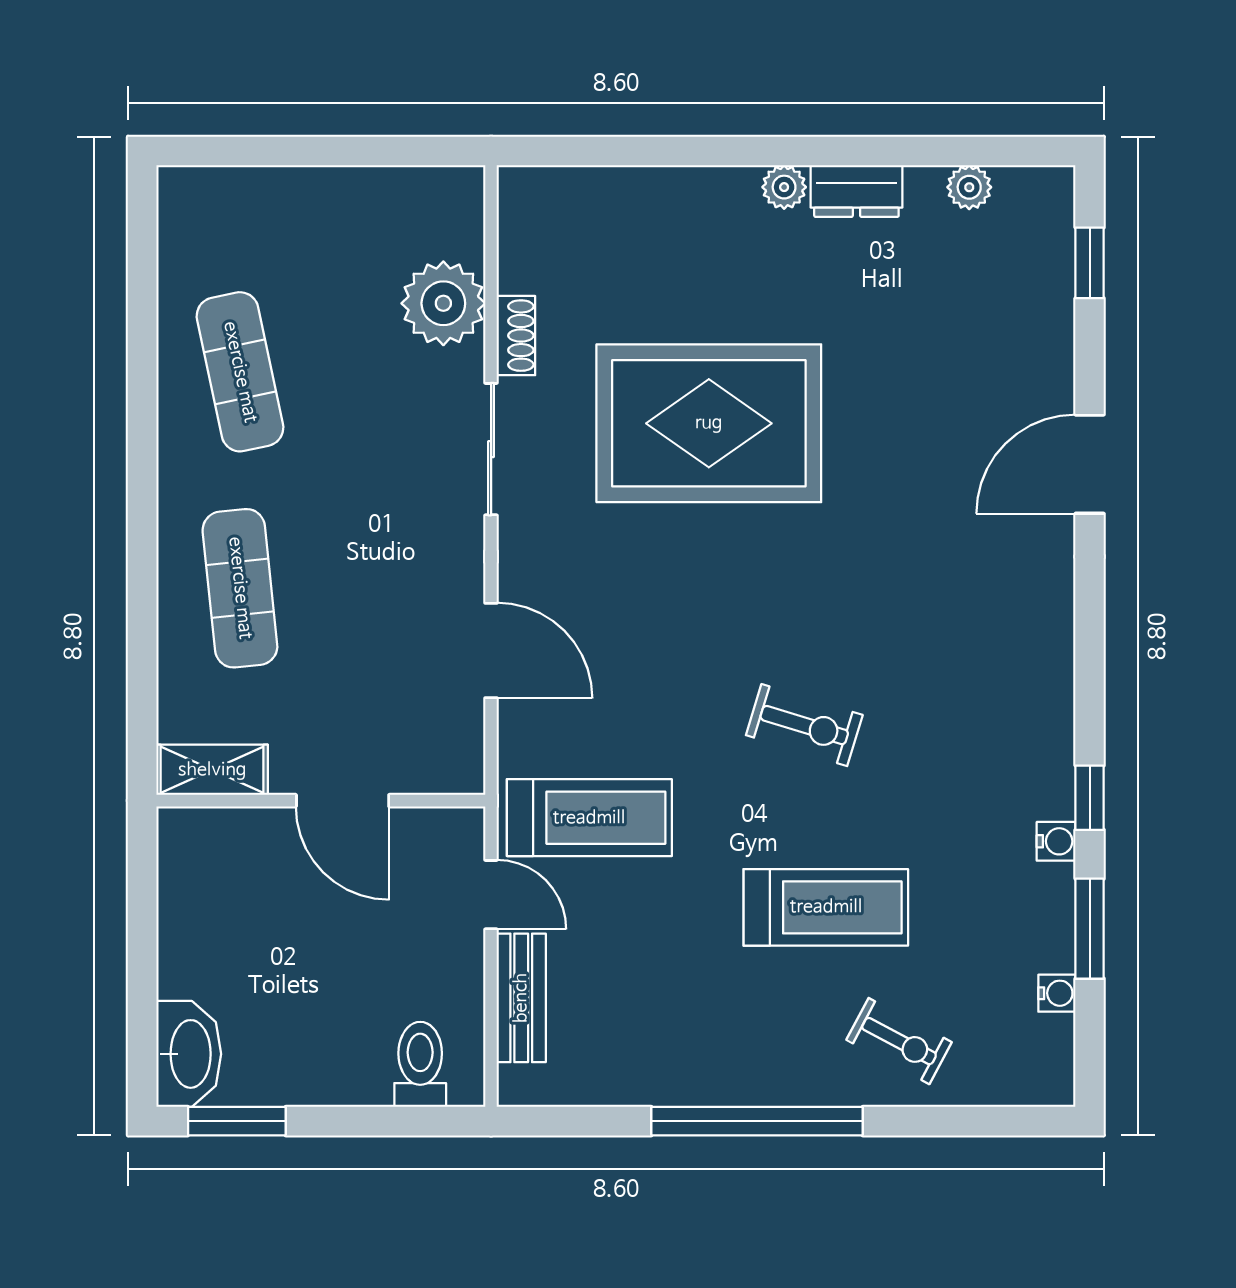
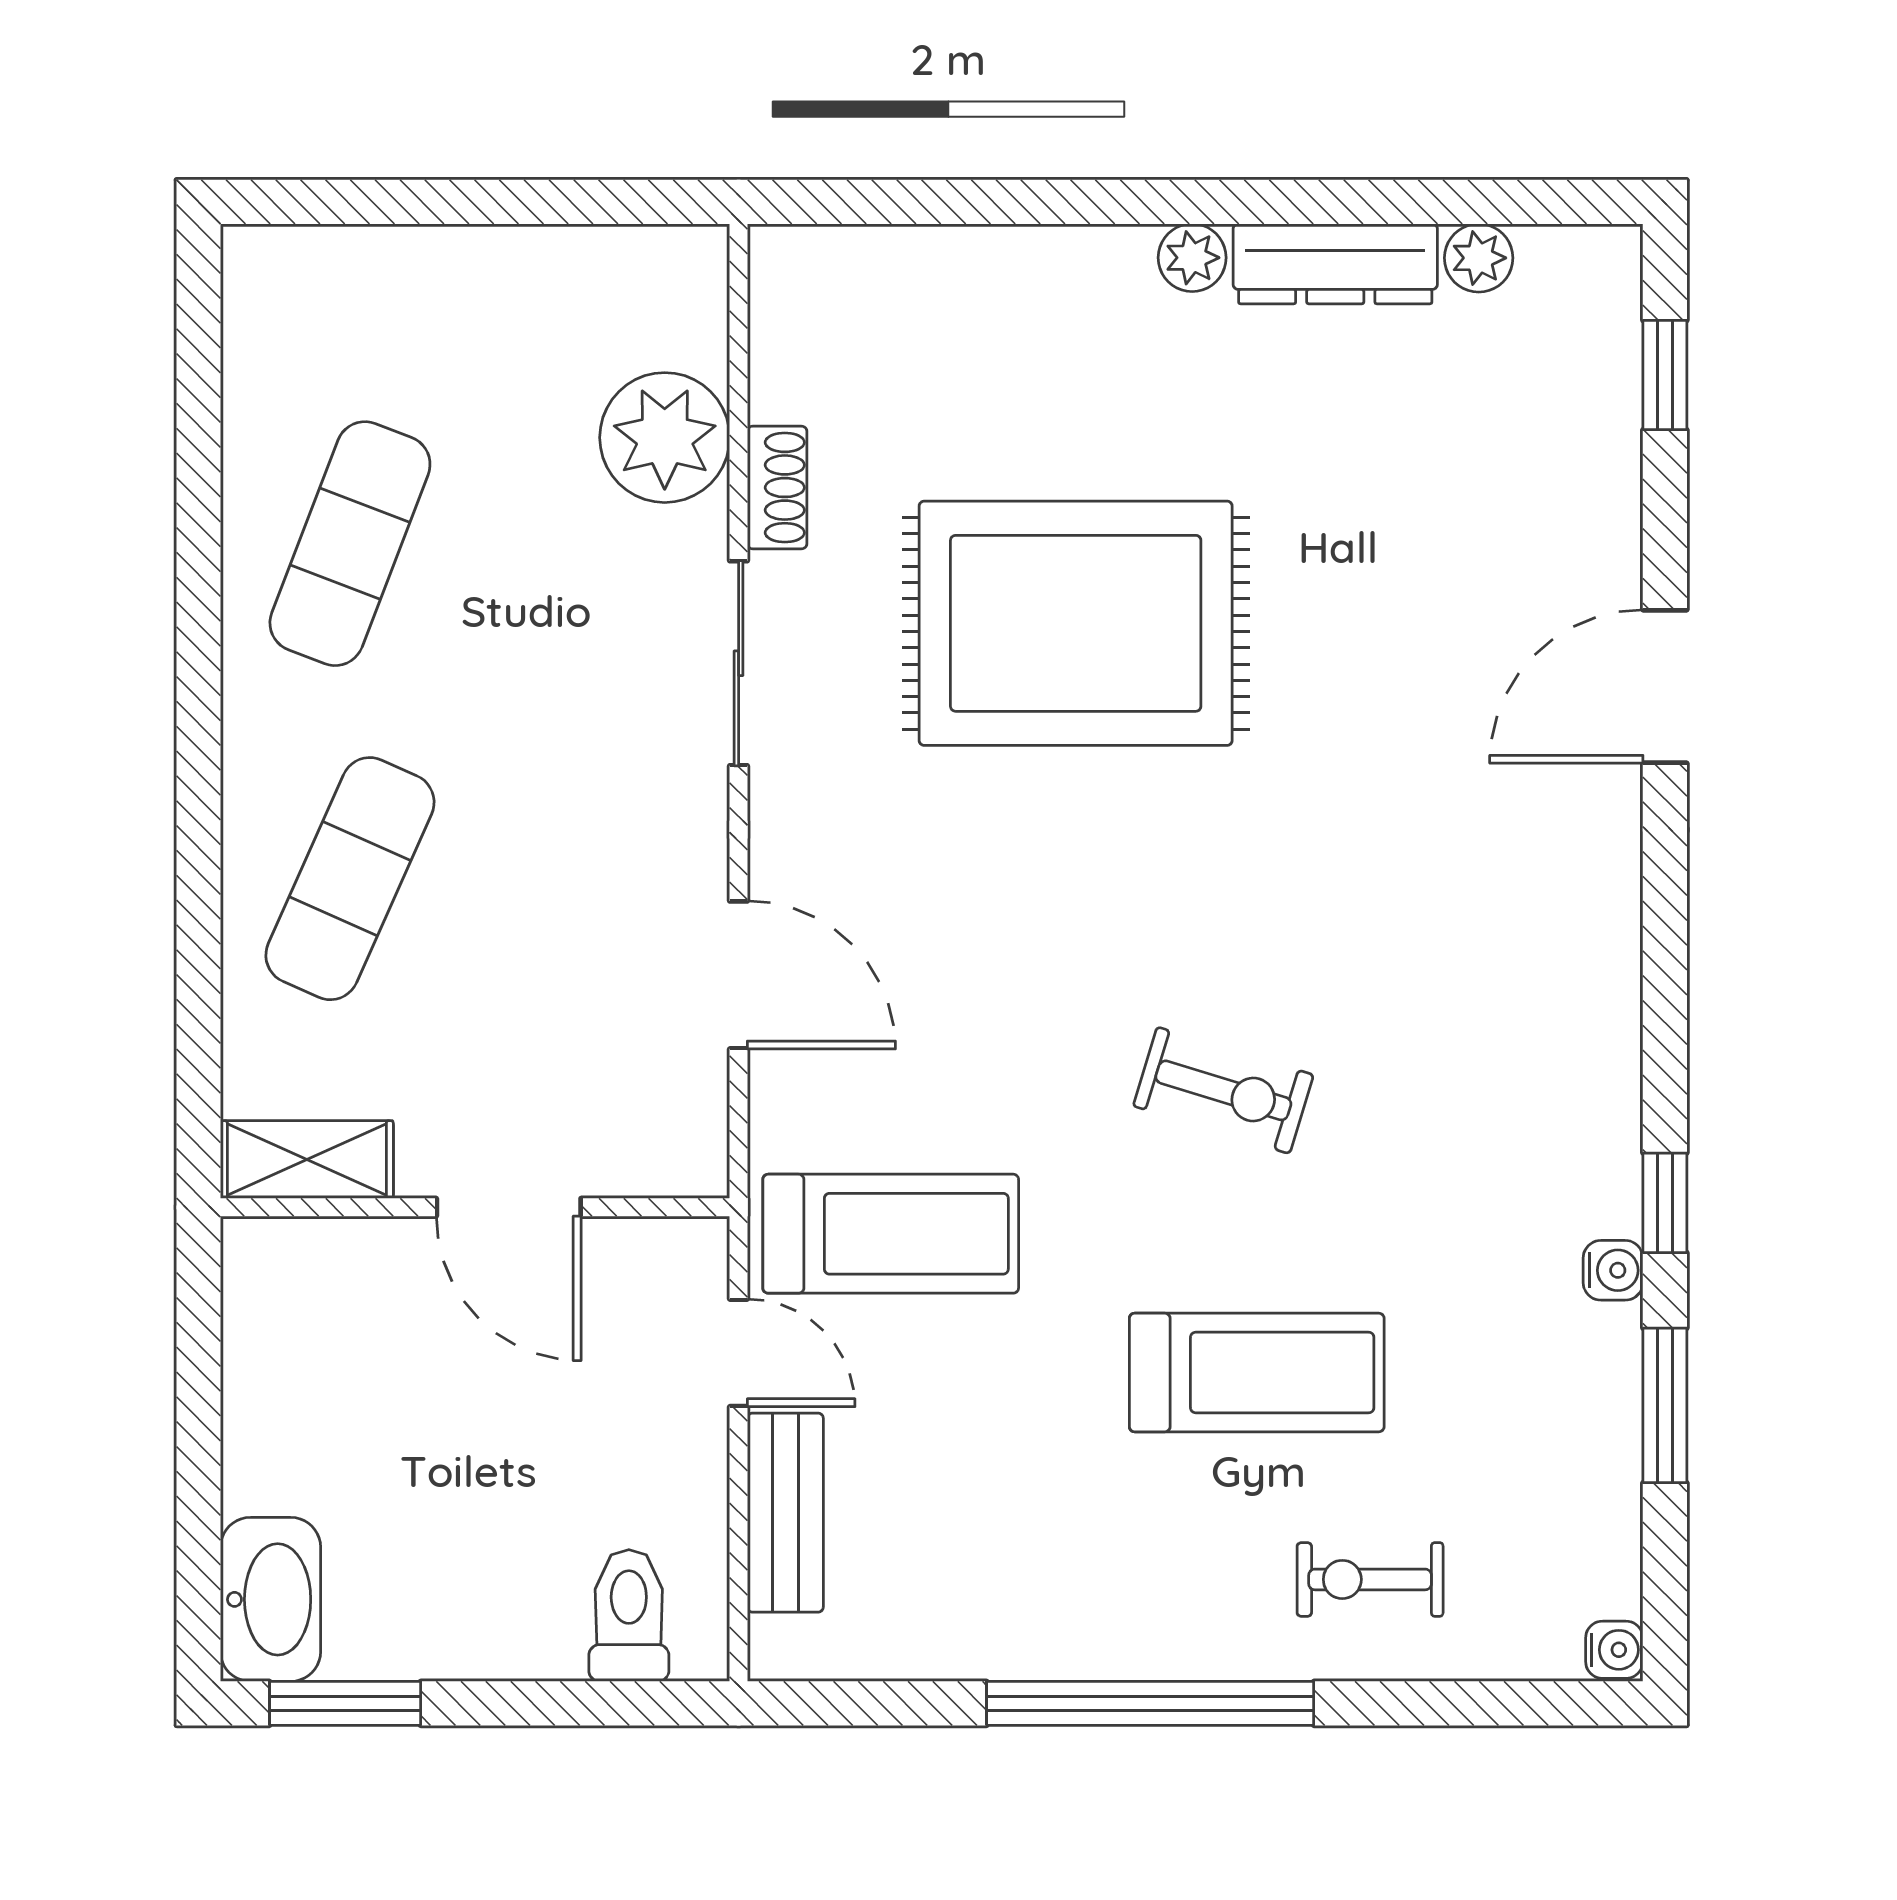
dresser: (856, 191) -> (1335, 264), width x1.44
exercise mat: (240, 372) -> (350, 544), turned 33
exercise mat: (240, 588) -> (350, 879), turned 30
water cooler: (1057, 993) -> (1614, 1650), moved
exercise bike: (899, 1041) -> (1370, 1579), turned 152

